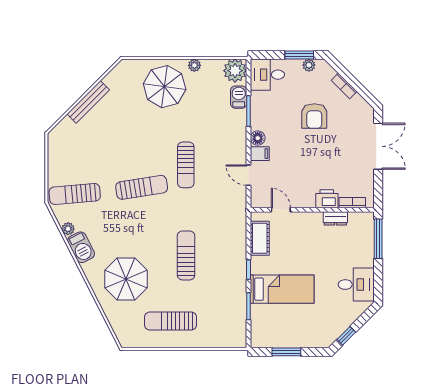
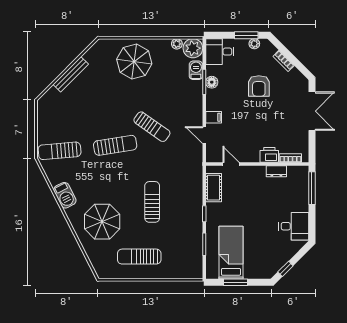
plant: (194, 65) -> (177, 44), moved
floor lamp: (258, 138) -> (212, 82), moved
sun lounger: (186, 165) -> (152, 127), turned -55
plant: (68, 229) -> (54, 180), removed
bed: (282, 289) -> (231, 253), moved, turned -90

